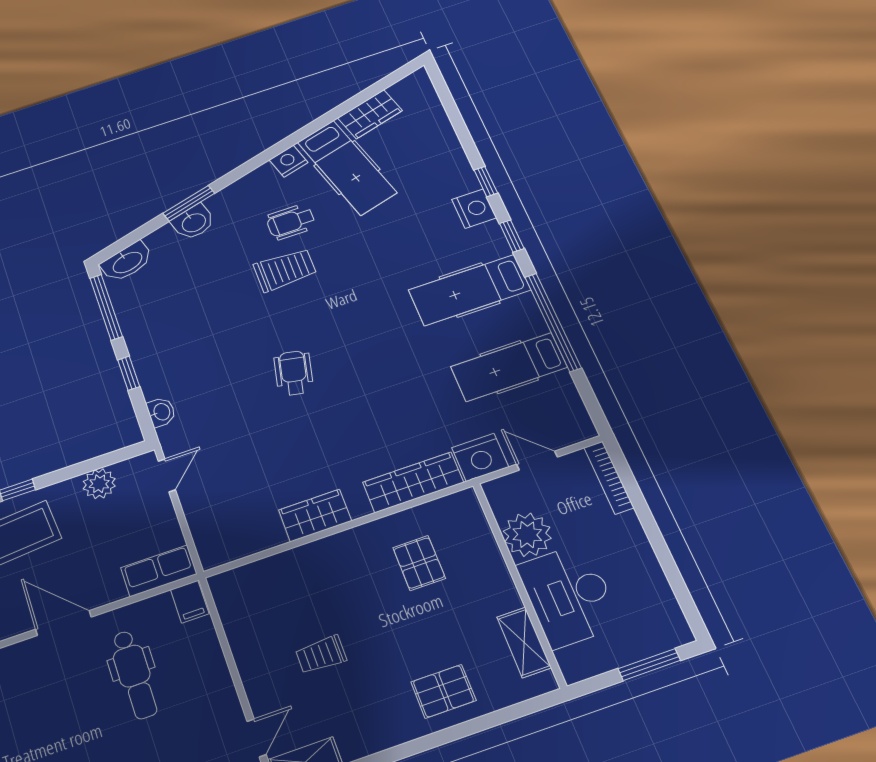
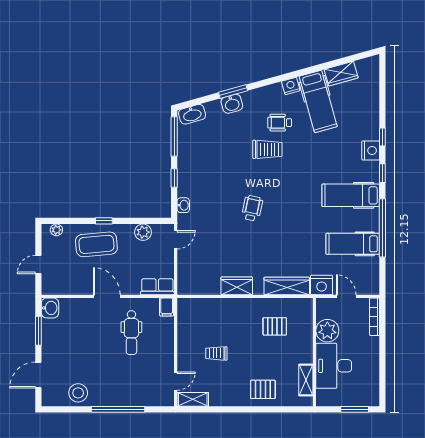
pallet: (419, 563) -> (275, 326), turned 90

